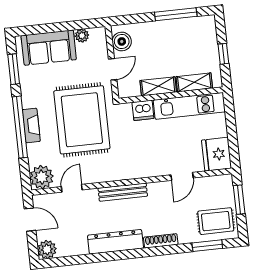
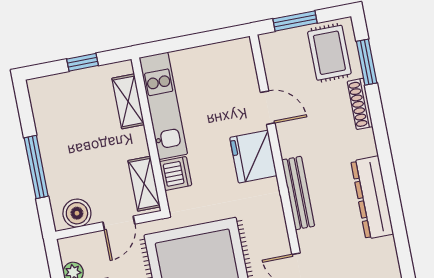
window: (176, 14) -> (36, 167), moved
door: (113, 69) -> (119, 223), swing flipped
shelving: (158, 86) -> (144, 184), moved
fridge: (217, 154) -> (253, 157), moved, turned 90
shoe rack: (161, 241) -> (360, 104), moved

